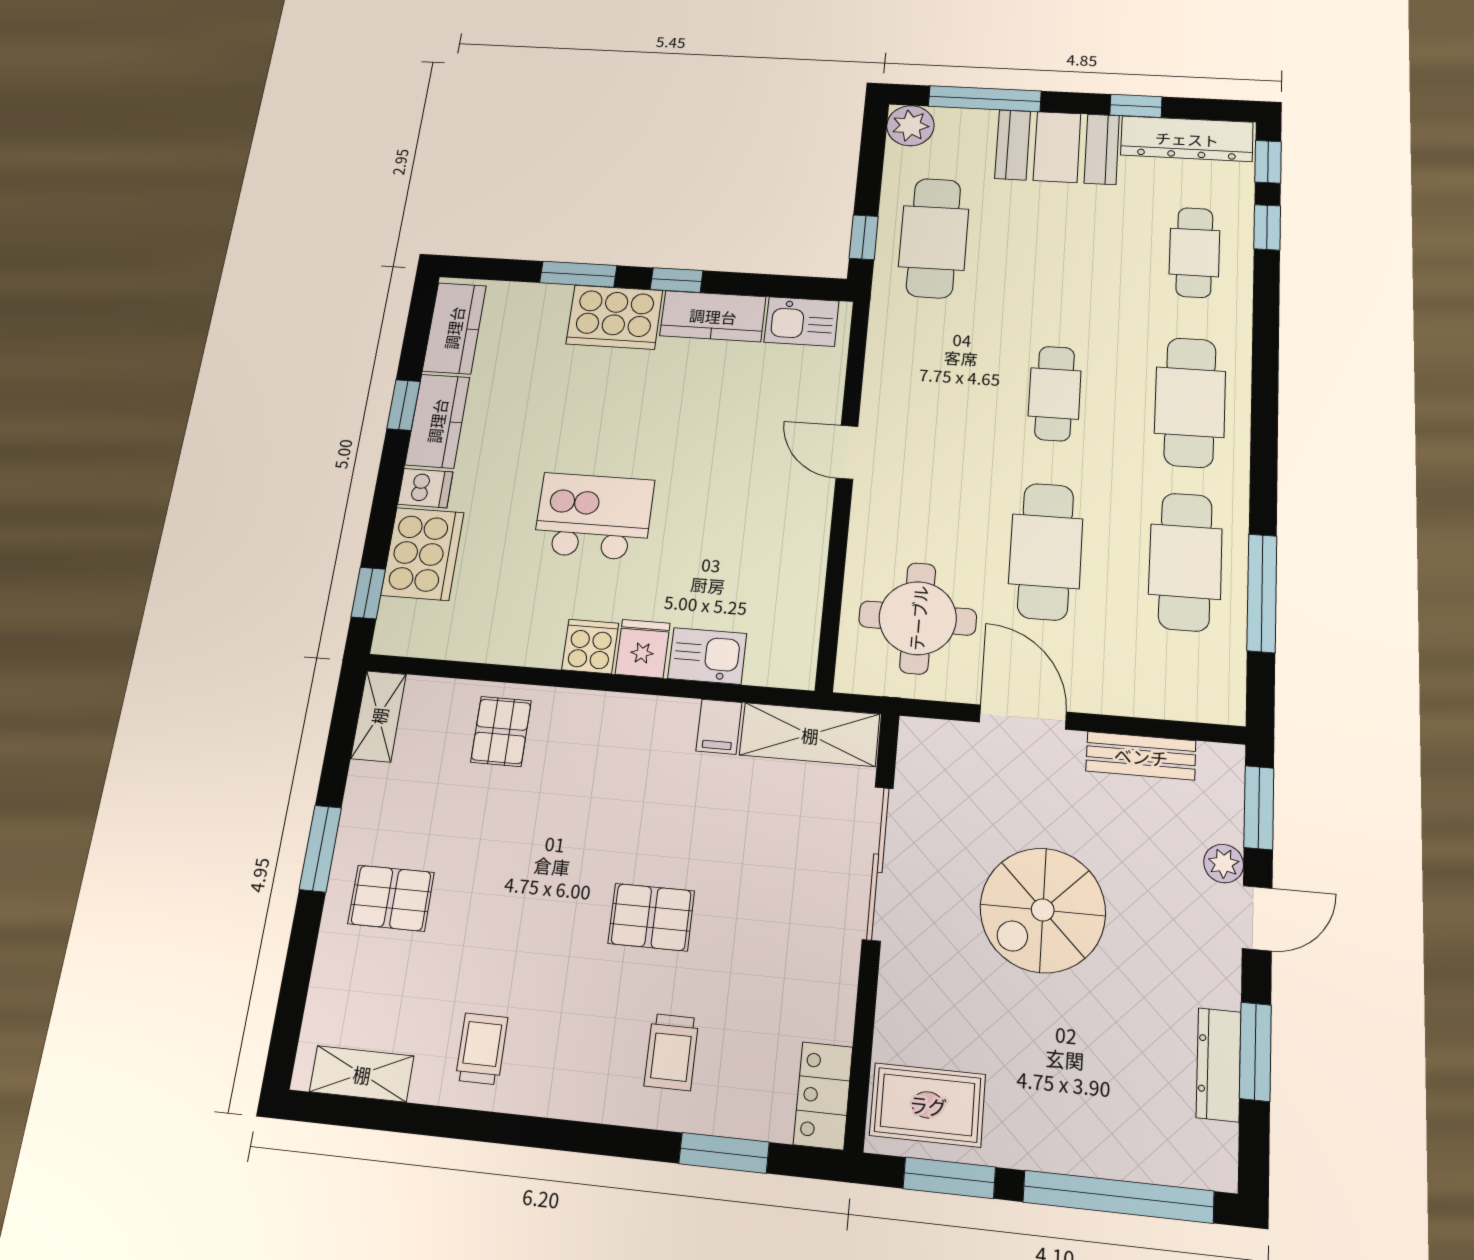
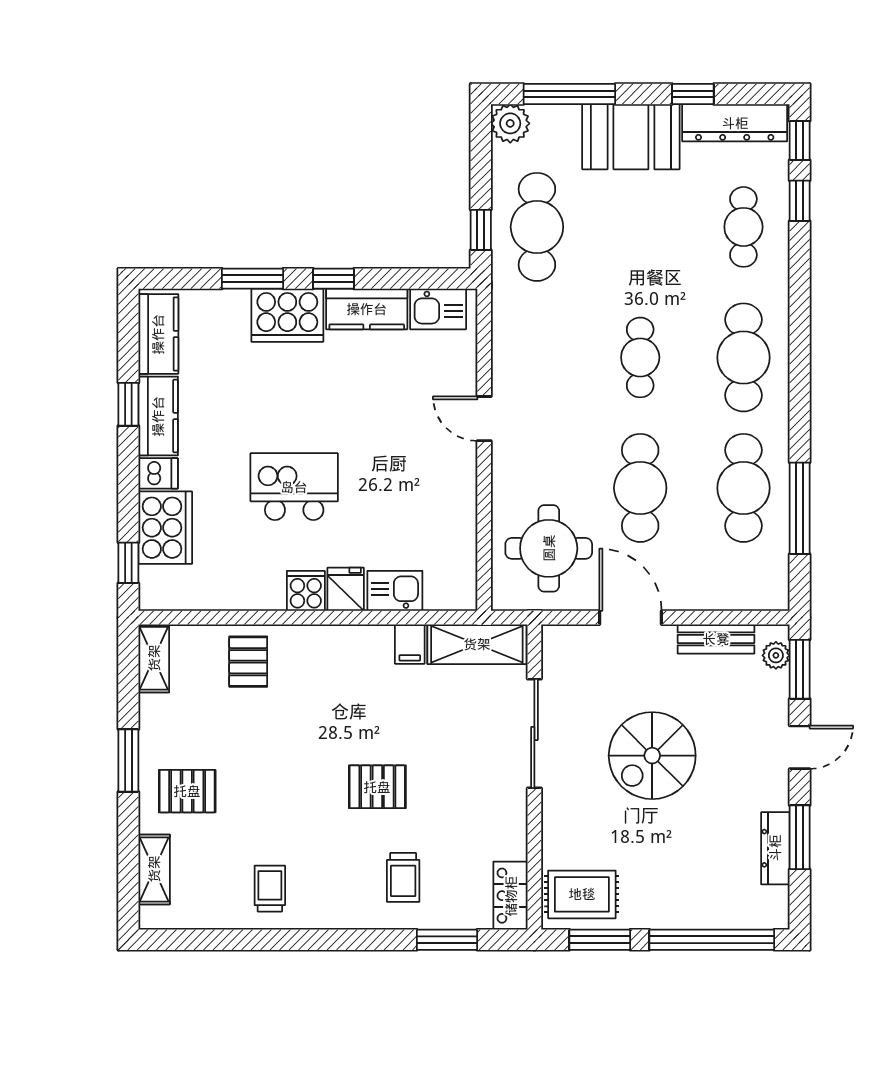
plant: (1224, 863) -> (776, 655), moved
shelving: (362, 1074) -> (154, 869), moved, turned 90

